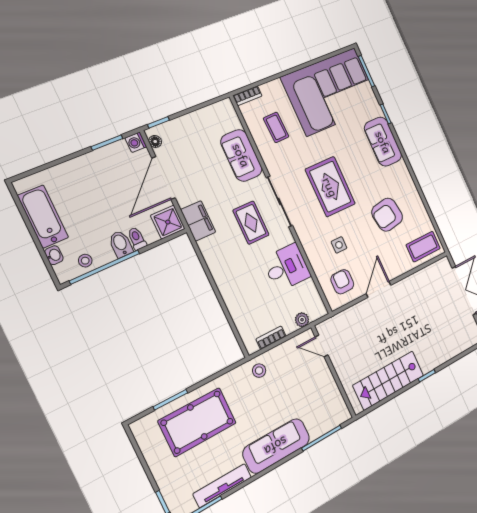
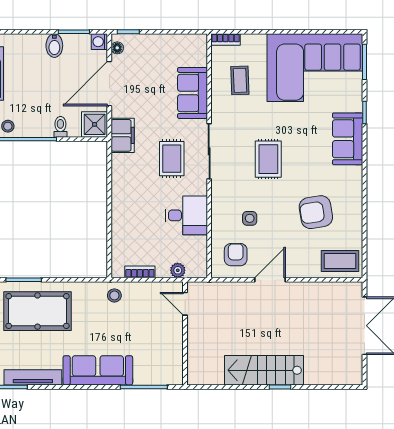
rug: (330, 187) -> (268, 159), width x0.73, depth x0.70
bidet: (121, 244) -> (54, 46), moved, turned 180
stairs: (388, 380) -> (264, 370), moved

